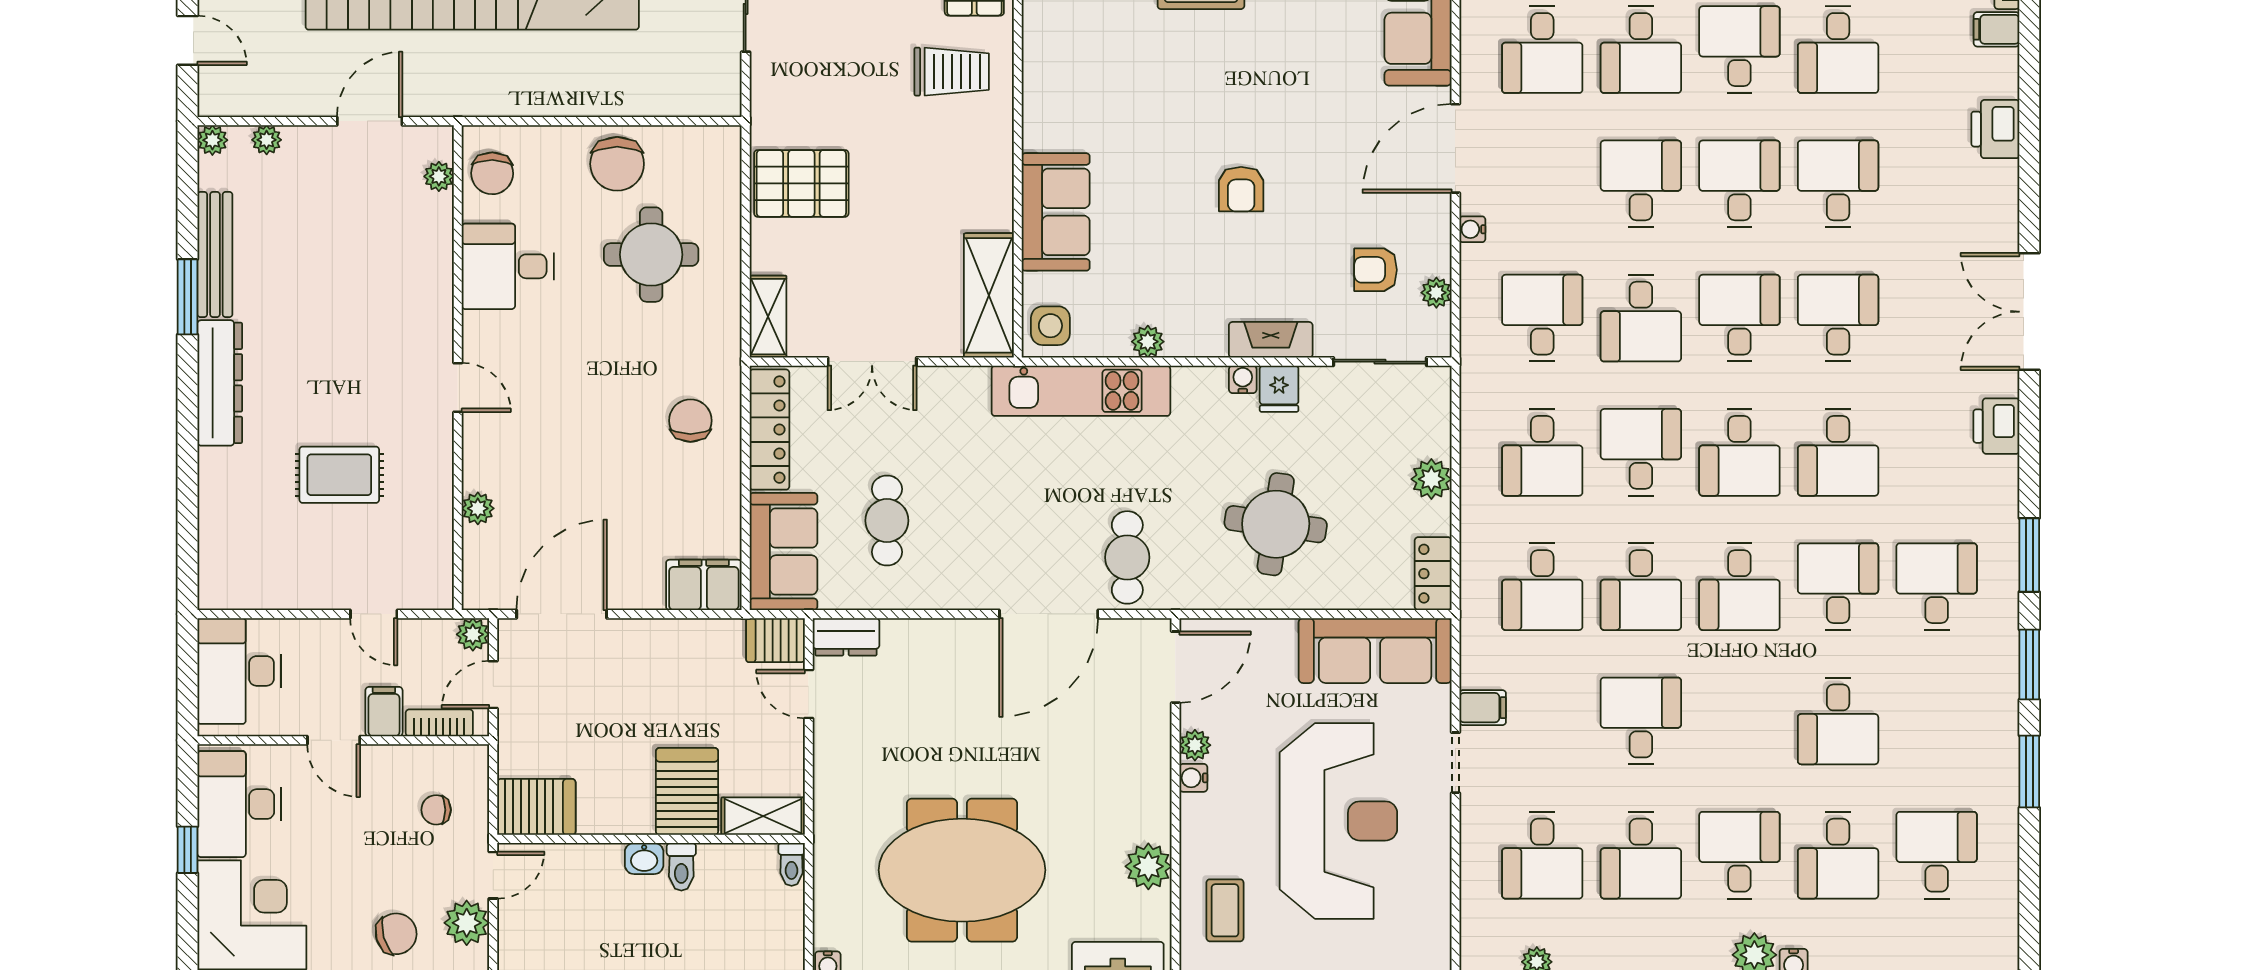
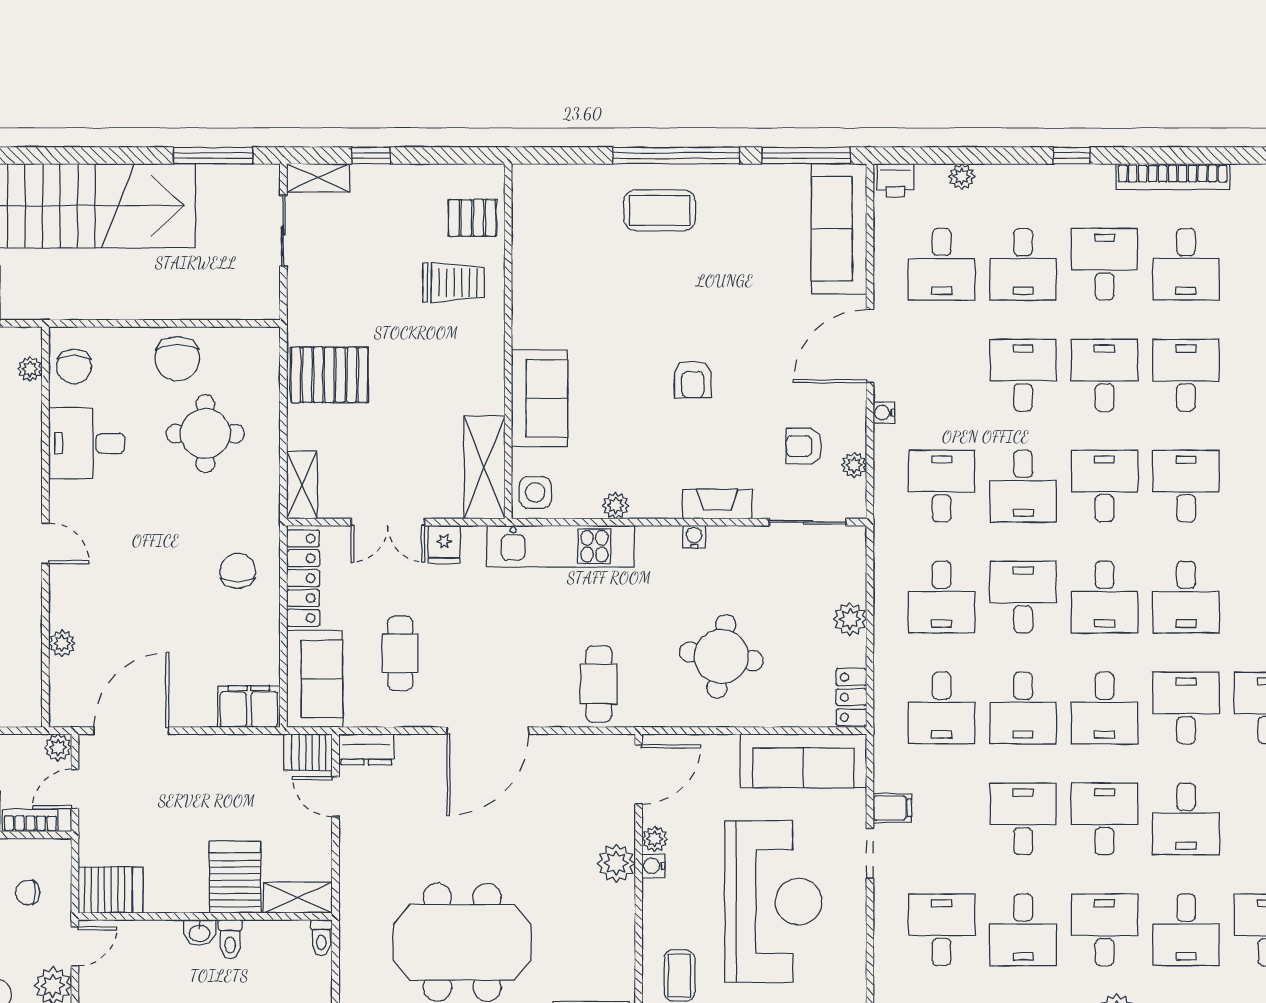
fridge: (1279, 389) -> (444, 544), moved
door: (1049, 614) -> (488, 731), moved
desk: (1739, 721) -> (1105, 819), added
desk: (1542, 855) -> (942, 930), turned 180
plant: (1148, 866) -> (616, 863), moved

